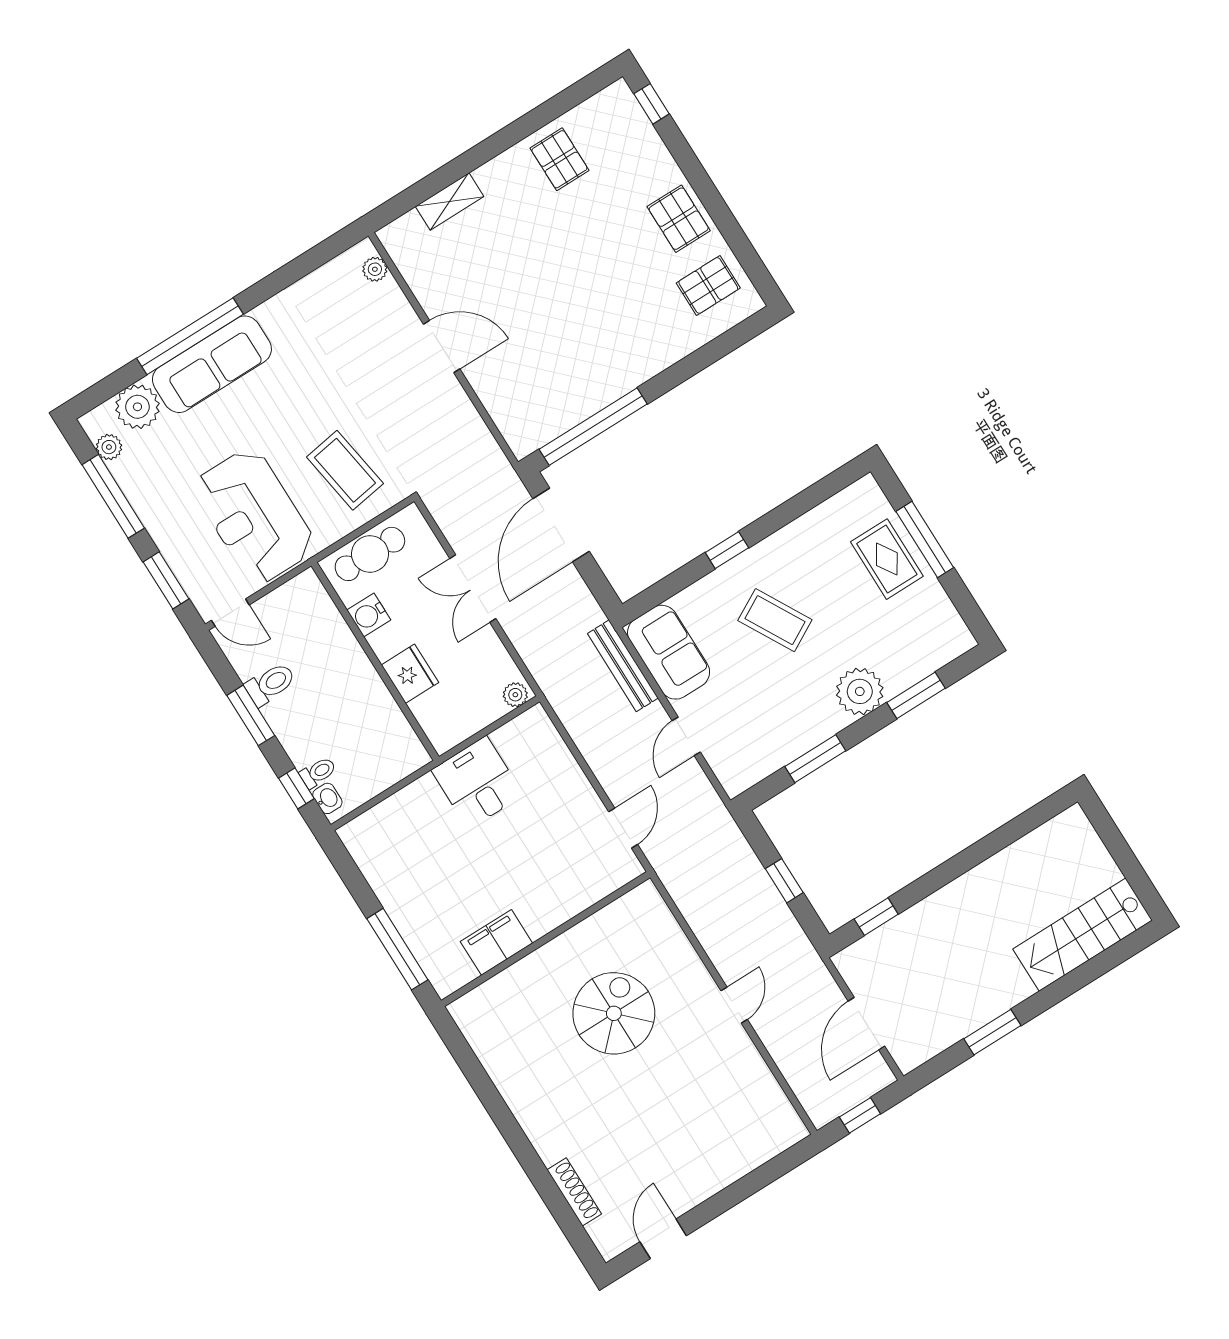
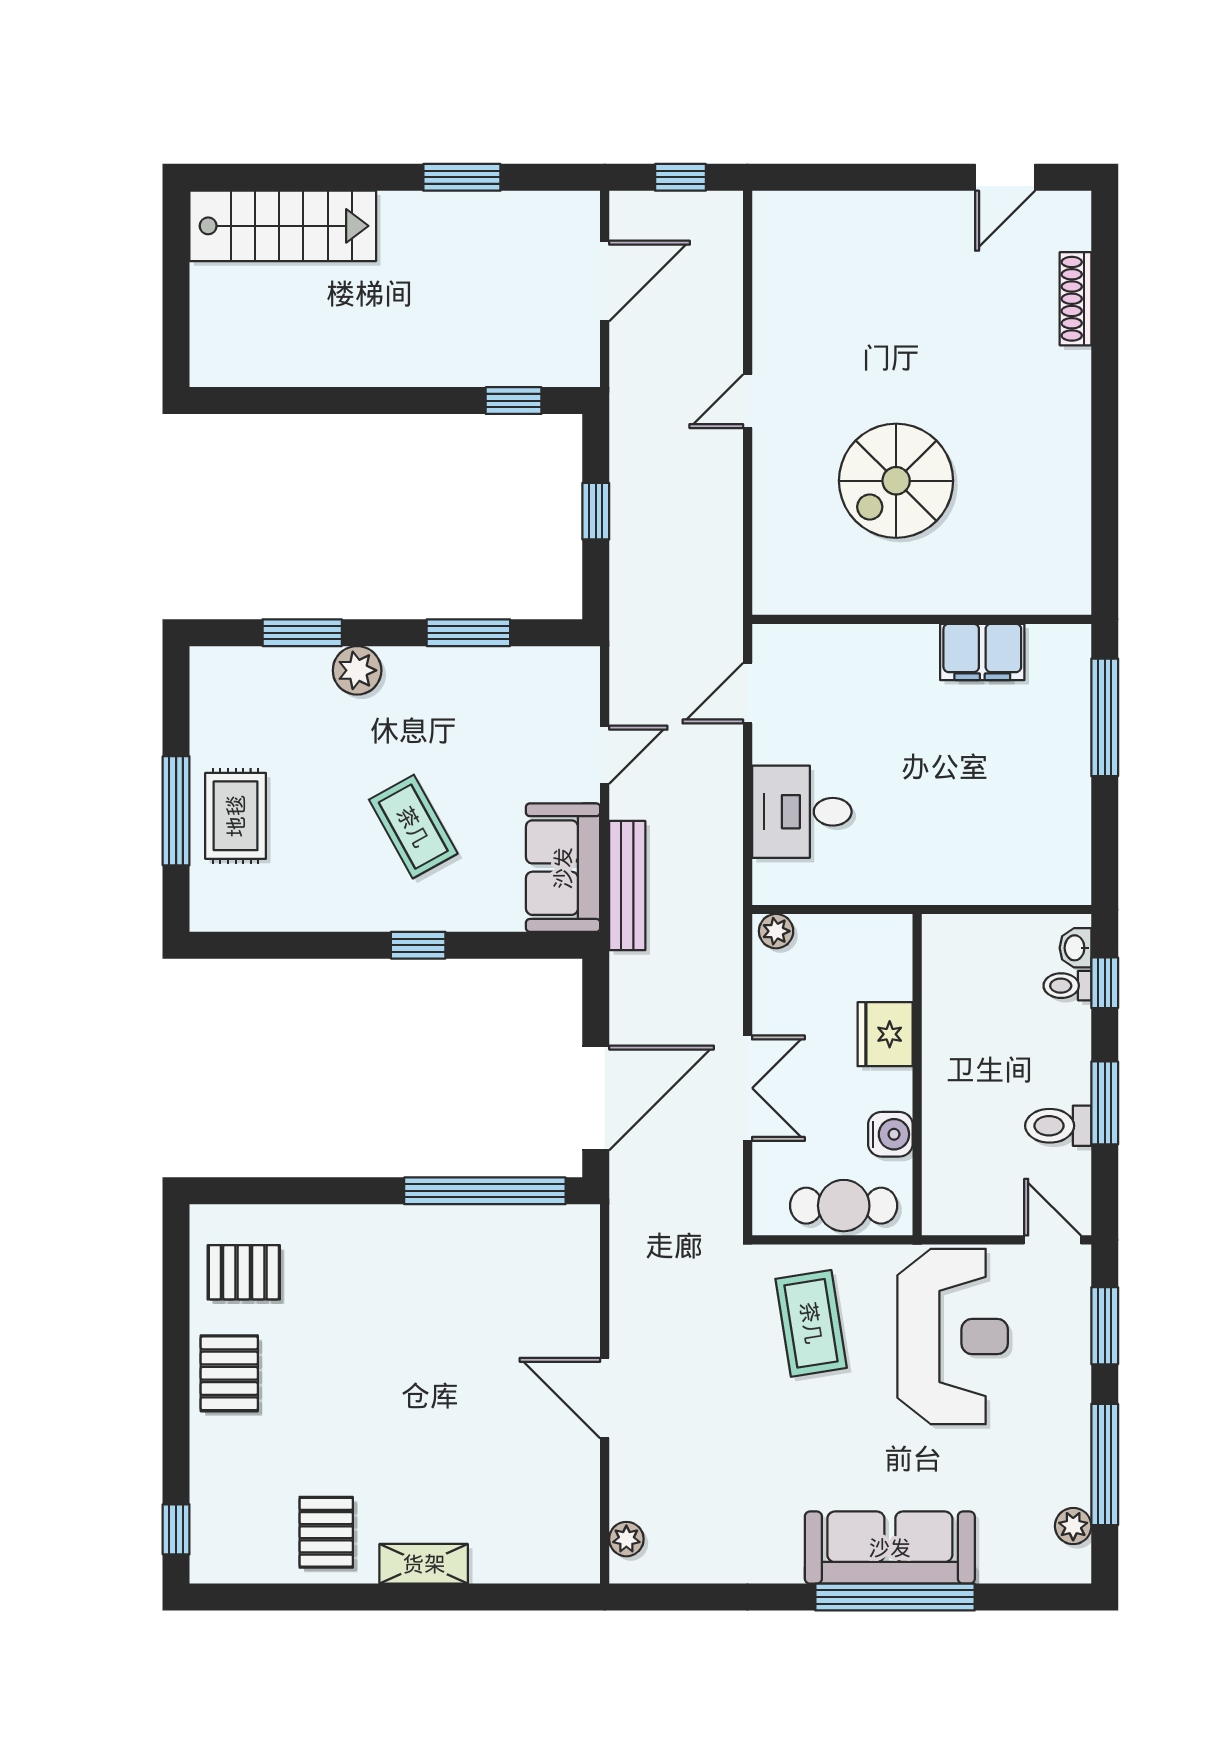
shelving: (450, 201) -> (424, 1564), moved
plant: (137, 407) -> (1009, 1553), removed
plant: (860, 691) -> (357, 670), width x0.73, depth x0.73
desk: (477, 783) -> (802, 812), moved, turned 90

